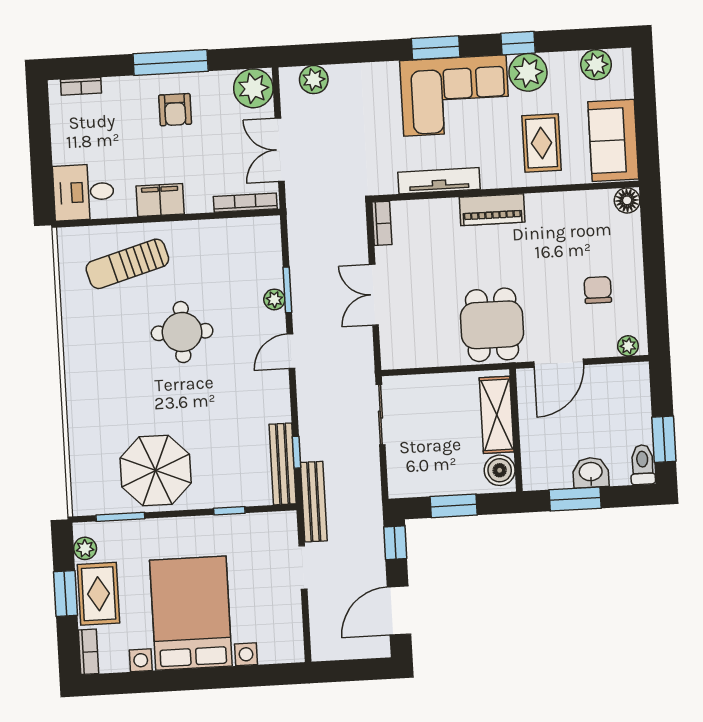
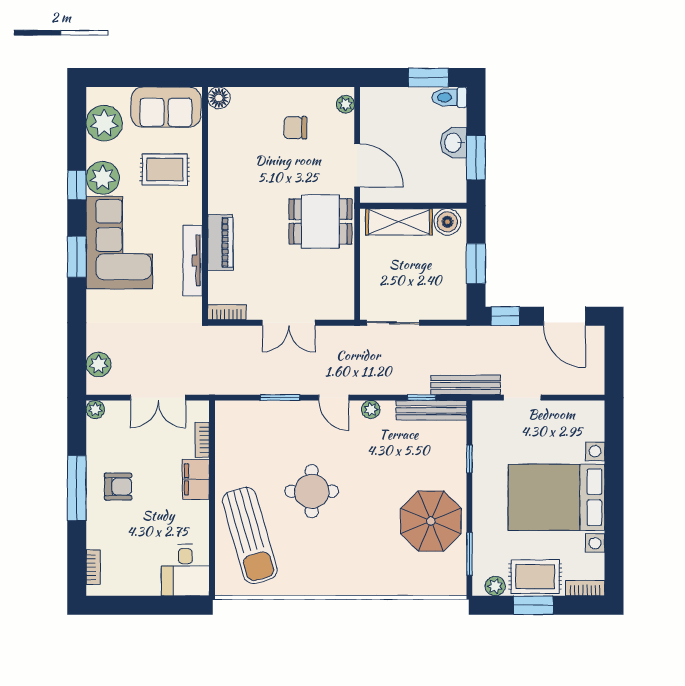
plant: (596, 65) -> (104, 123), width x1.36, depth x1.36
plant: (253, 88) -> (95, 409), width x0.53, depth x0.53
filing cabinet: (160, 200) -> (196, 479), moved
bookcase: (245, 203) -> (202, 440), width x0.64
piano: (492, 210) -> (220, 242), moved
sun lounger: (127, 264) -> (250, 535), width x1.36, depth x1.34
plant: (274, 299) -> (371, 409), moved

